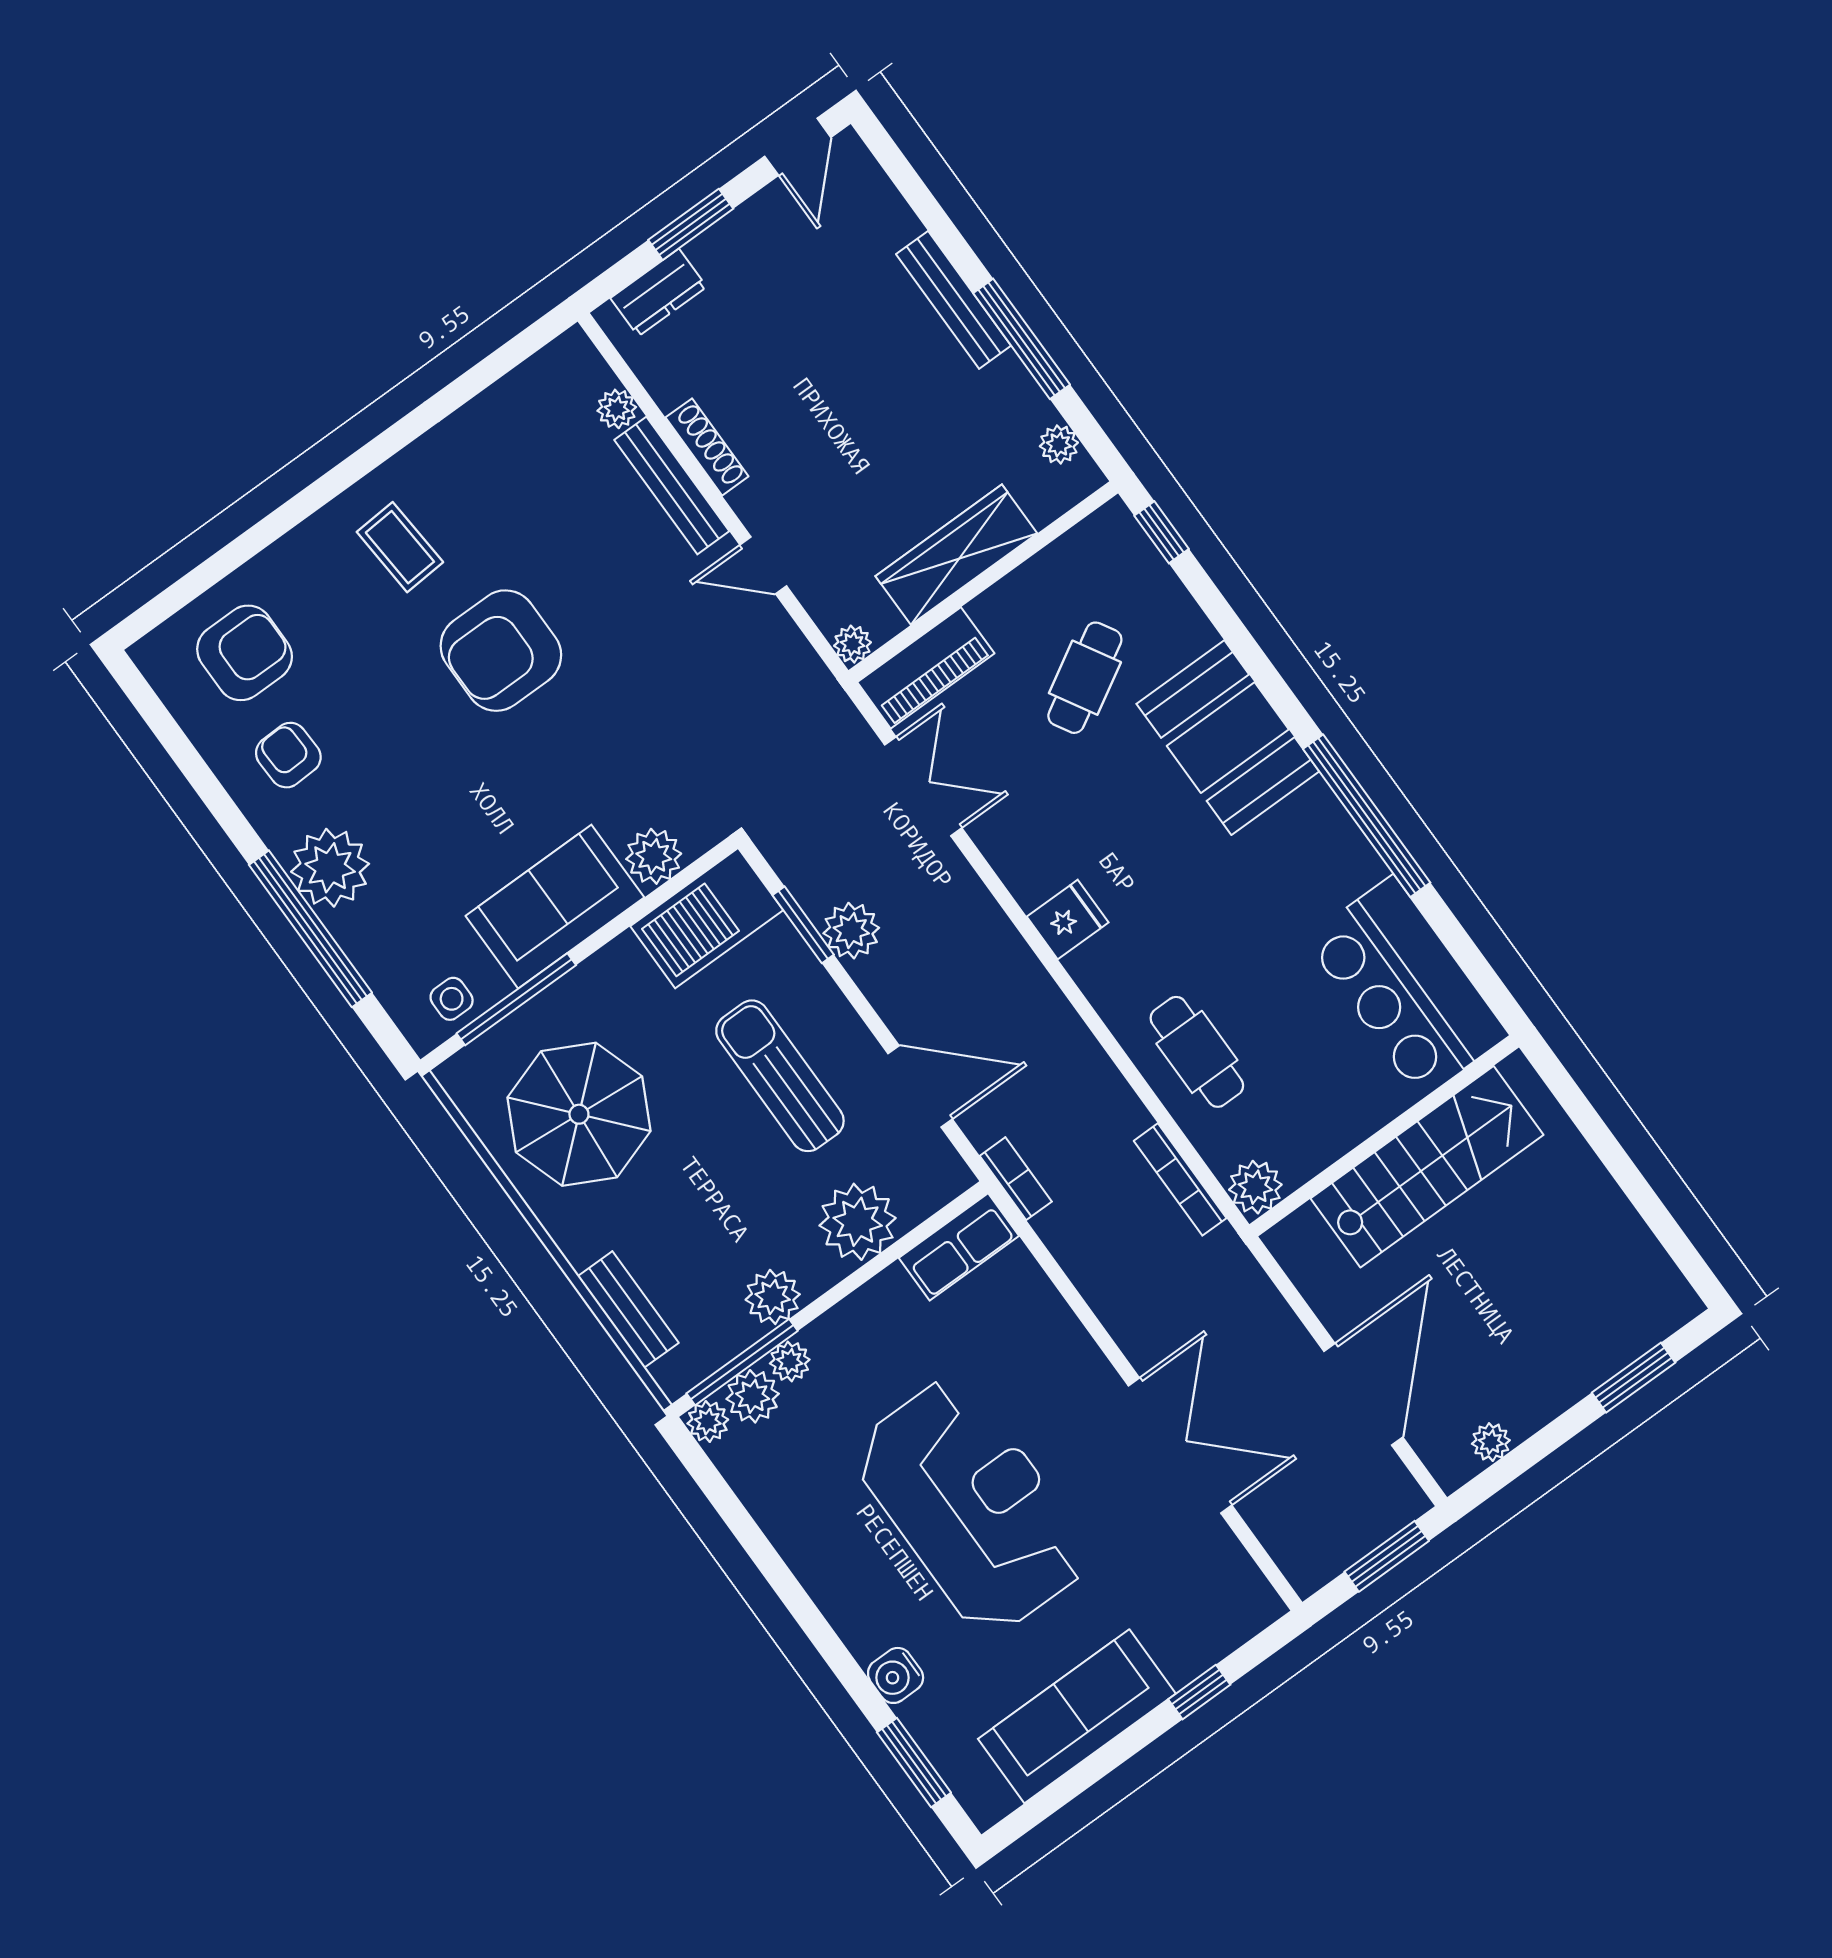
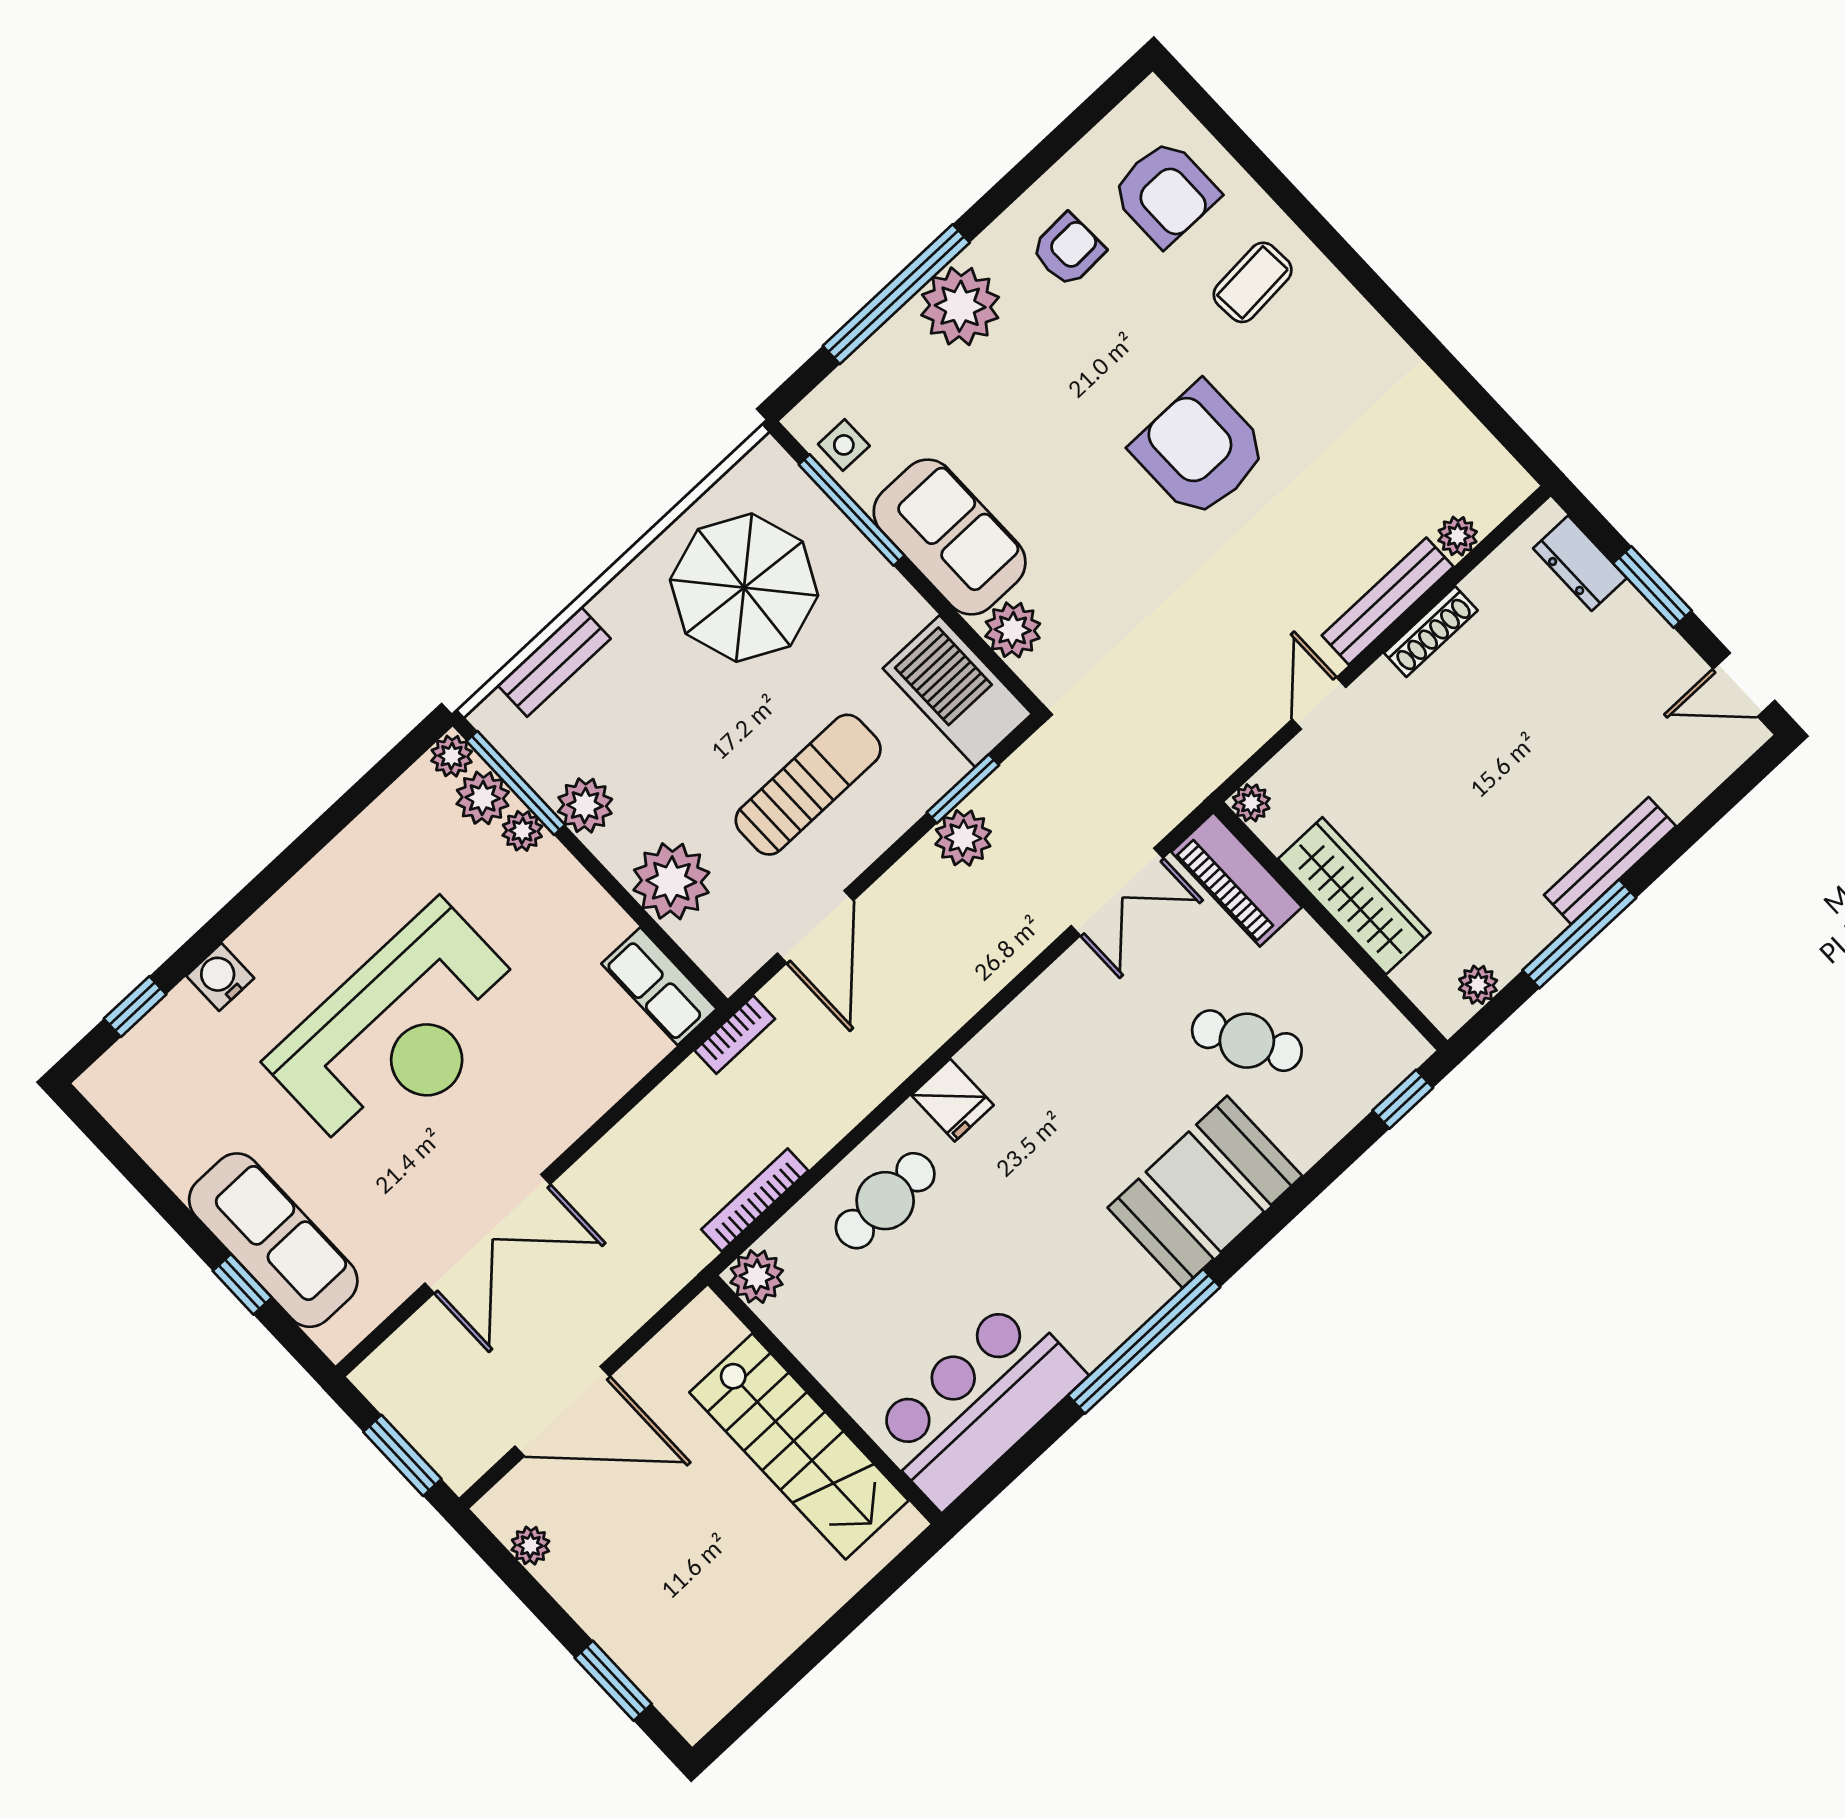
coffee table: (400, 547) -> (1253, 282), moved
fridge: (1068, 919) -> (952, 1100), moved
sofa: (1077, 1716) -> (273, 1240), moved
window: (914, 1763) -> (135, 1007), width x0.67

